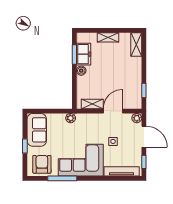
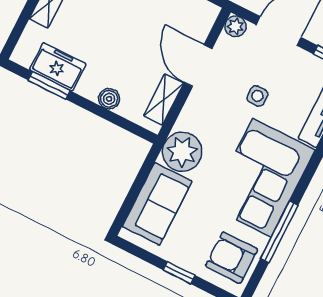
boiler: (81, 71) -> (109, 99), moved
plant: (71, 118) -> (182, 152), width x1.88, depth x1.88
sofa: (37, 130) -> (157, 204), moved, turned 90

